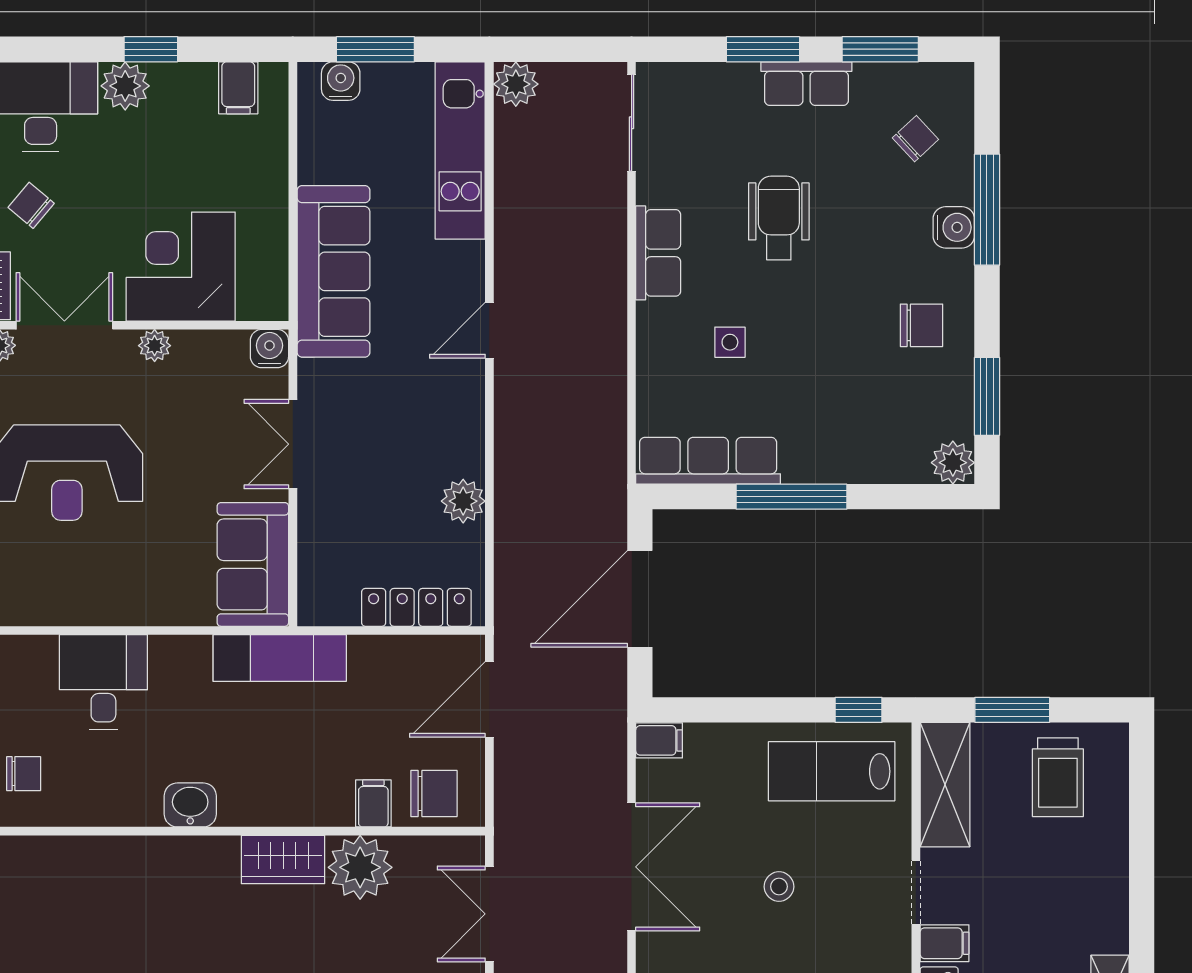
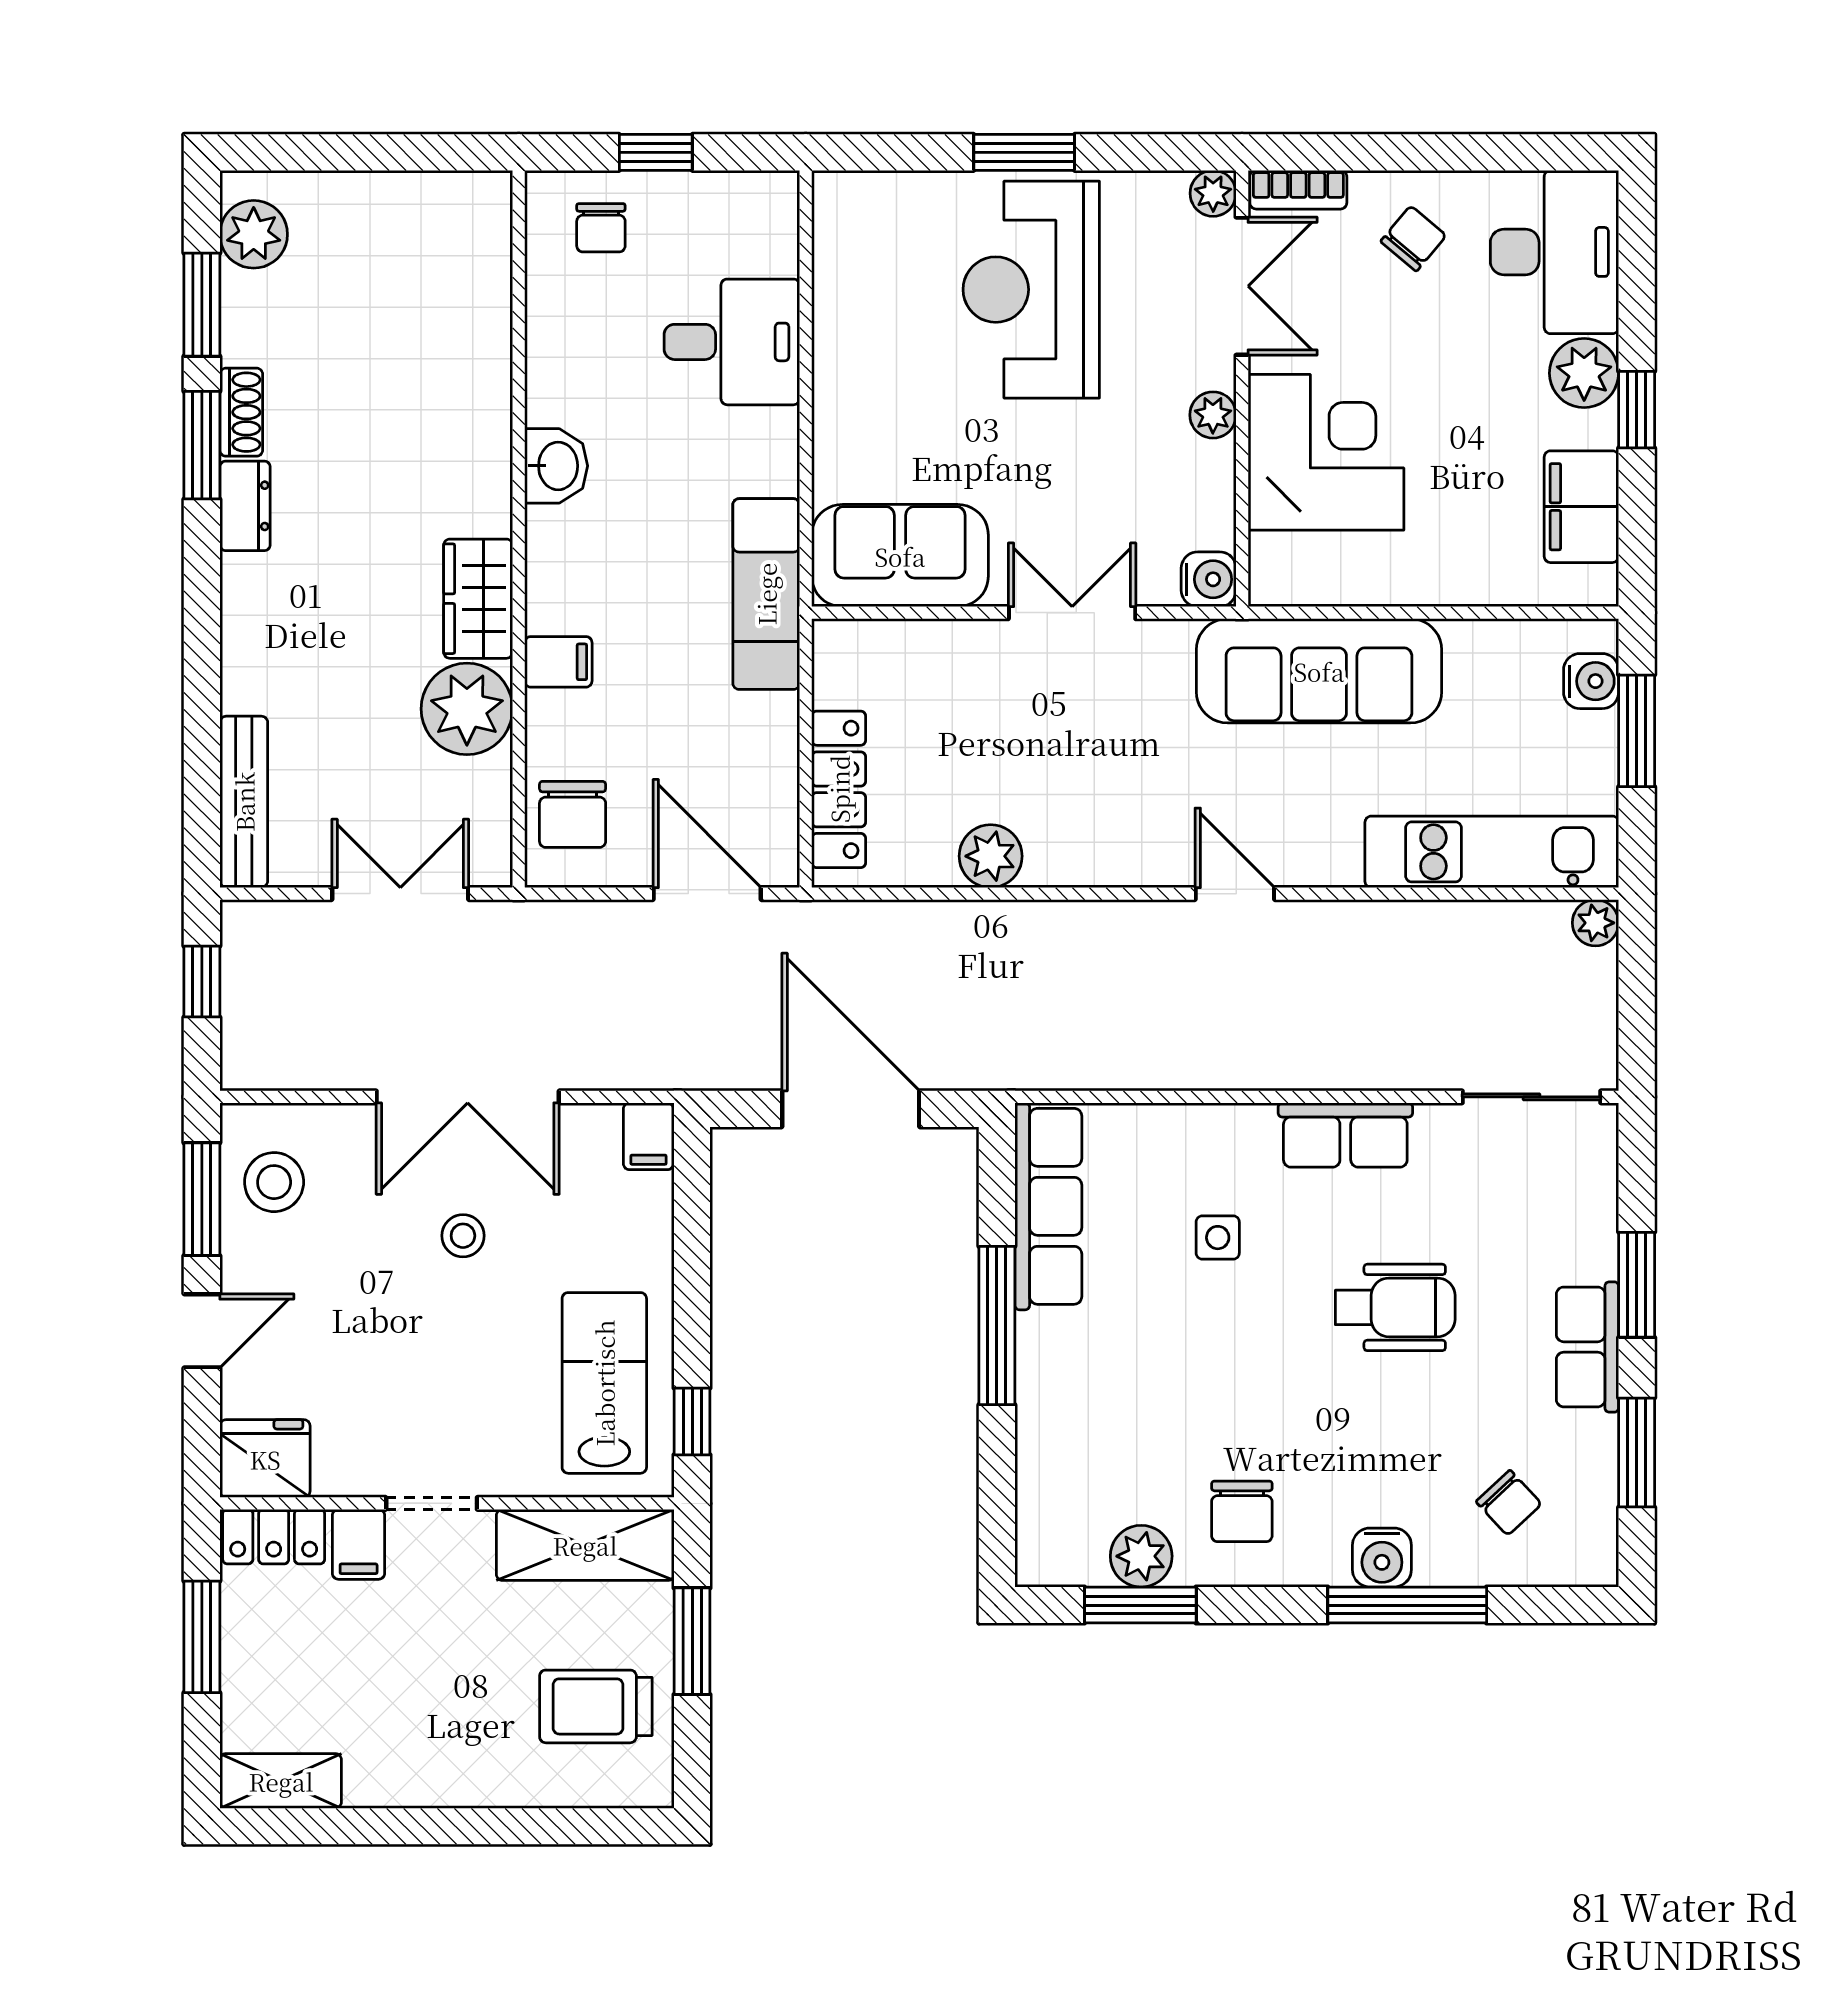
plant: (516, 84) -> (1595, 923), width x0.73, depth x0.73
filing cabinet: (238, 88) -> (1581, 507), width x2.00
plant: (953, 463) -> (1141, 1556), moved
filing cabinet: (373, 803) -> (558, 662), moved
stool: (779, 887) -> (463, 1236), moved

